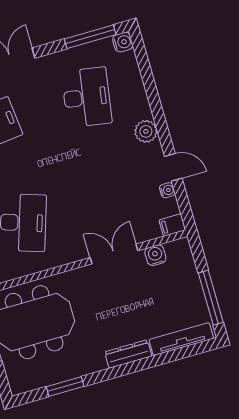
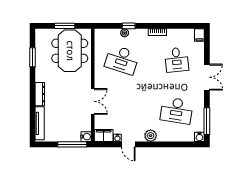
door: (173, 167) -> (128, 144), hinge flipped
filing cabinet: (172, 225) -> (104, 135), width x2.00
water cooler: (155, 255) -> (86, 137), moved
window: (211, 298) -> (72, 144), moved

